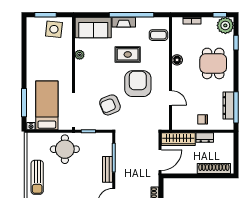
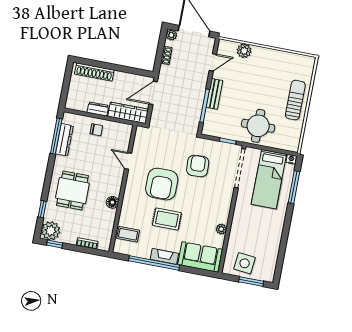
armchair: (110, 105) -> (198, 166), turned -71

